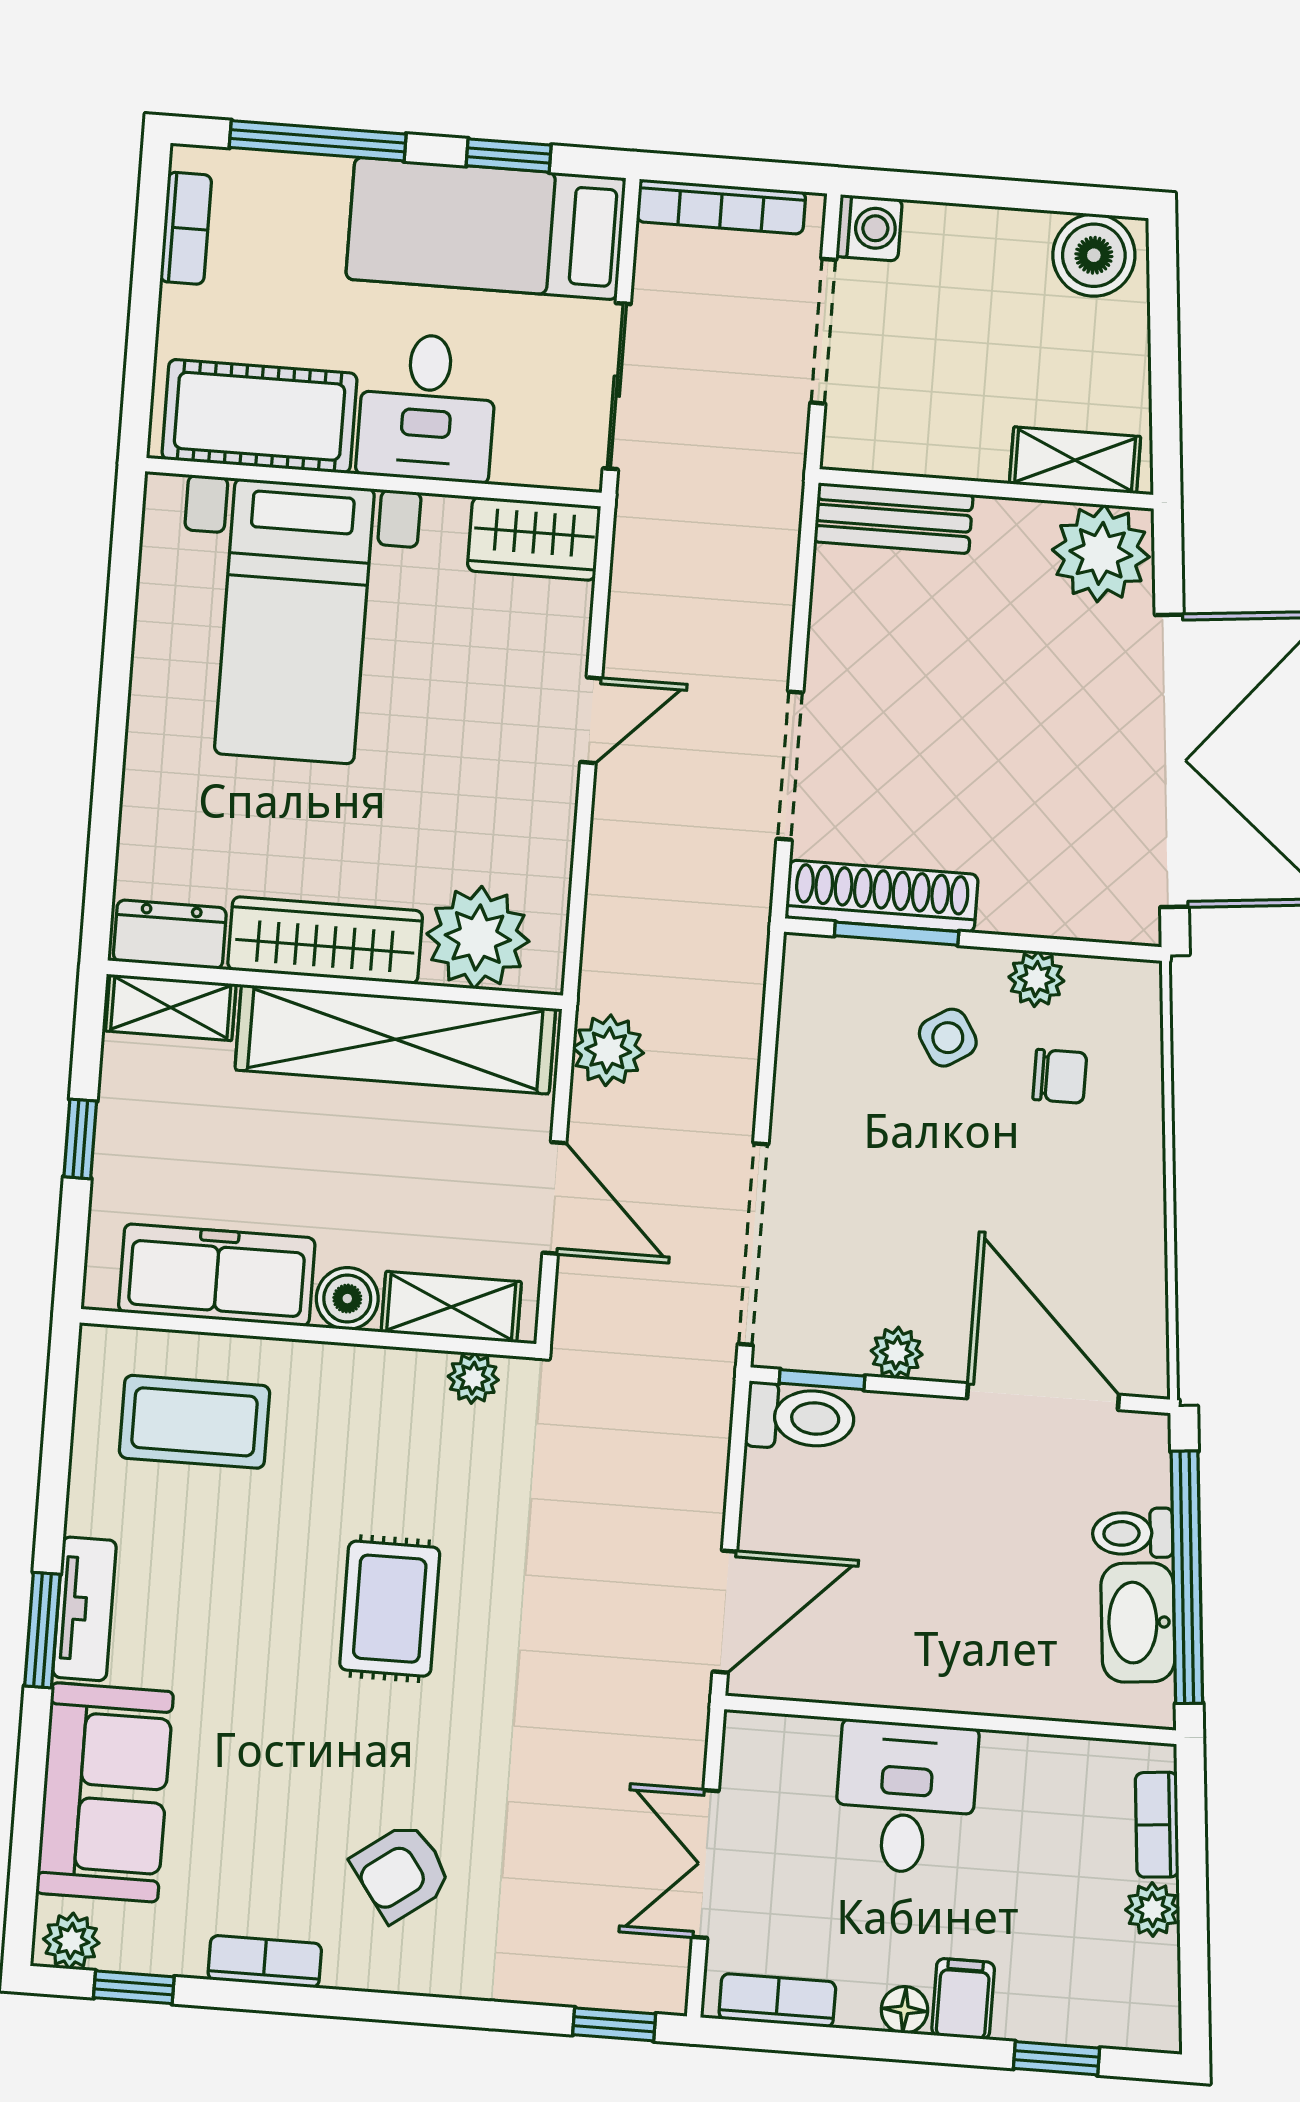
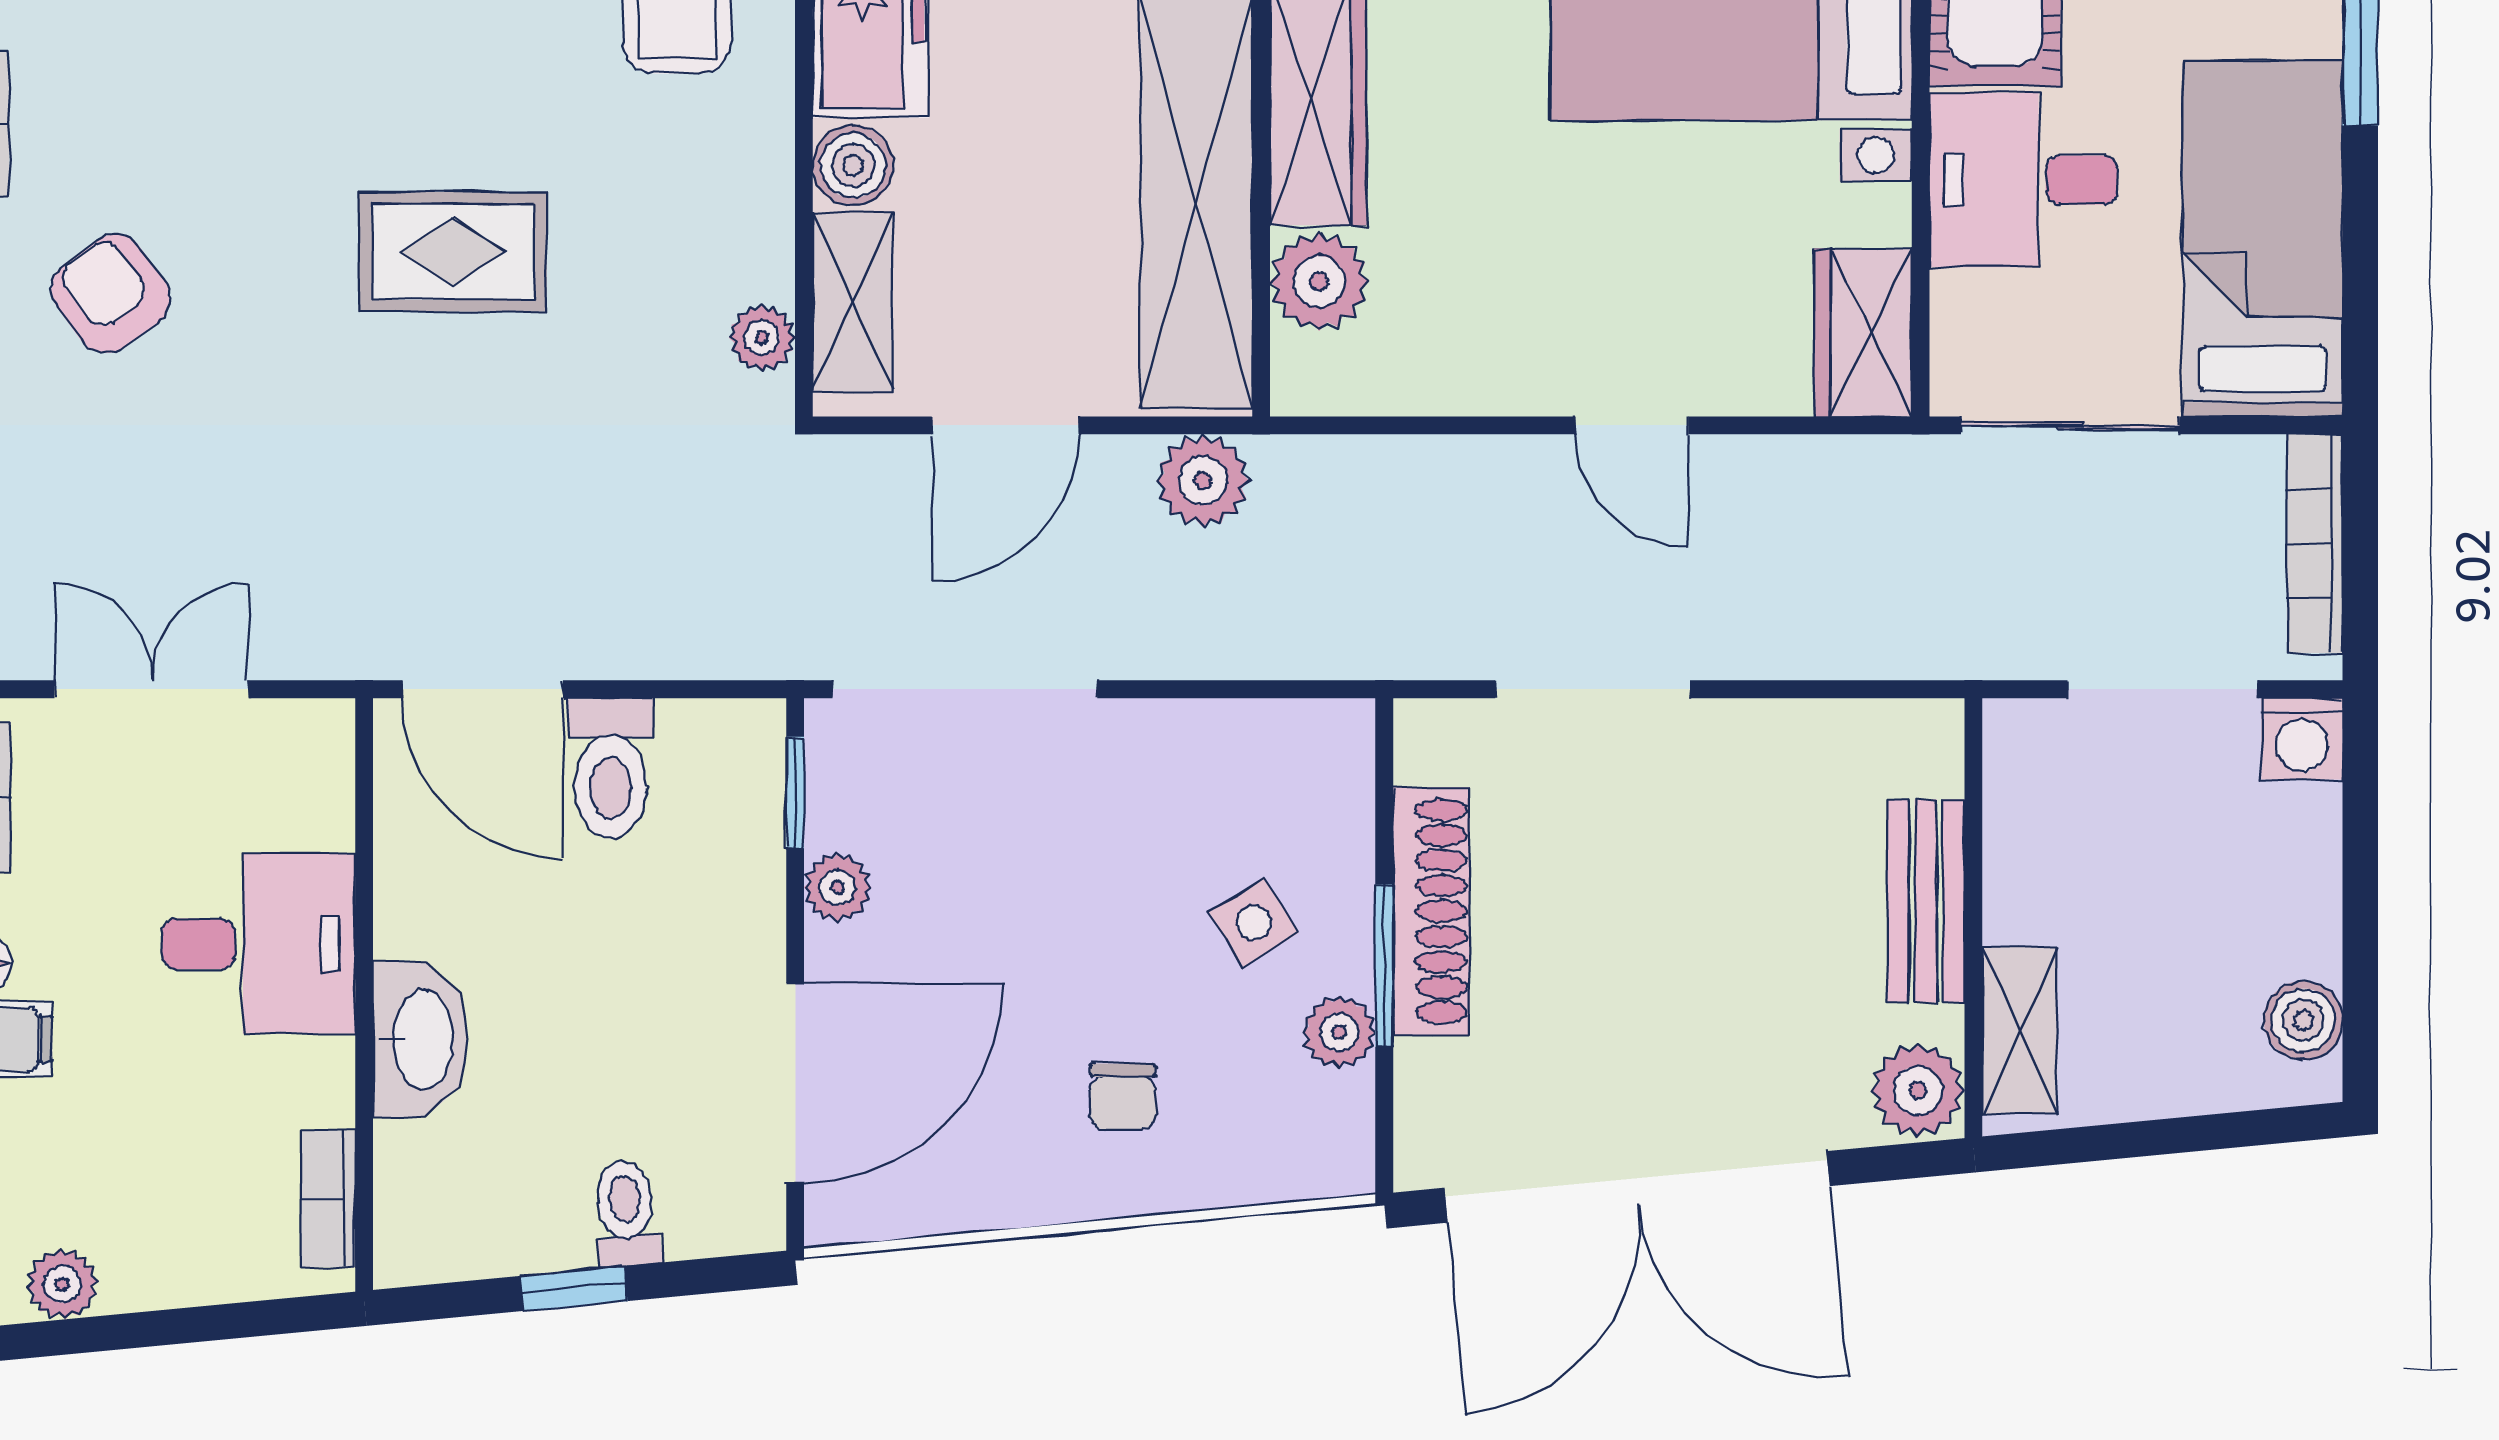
window: (509, 155) -> (2360, 261), removed
boiler: (1094, 255) -> (2303, 1020), width x0.73, depth x0.73
bench: (894, 518) -> (1926, 901), moved
plant: (1101, 553) -> (1918, 1090), width x0.73, depth x0.73
shoe rack: (882, 896) -> (1431, 911), moved
window: (897, 934) -> (1384, 966), moved
plant: (478, 937) -> (1319, 282), width x0.73, depth x0.73
chair: (1060, 1076) -> (1123, 1097), moved
toilet: (800, 1417) -> (611, 768), moved
window: (1187, 1577) -> (574, 1288), width x0.32
washbasin: (1138, 1622) -> (420, 1039), moved, turned 95
bookcase: (1157, 1825) -> (328, 1199), moved, turned -85
plant: (1153, 1909) -> (62, 1284), moved

